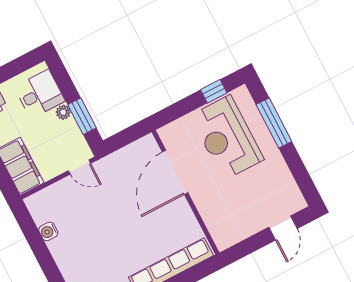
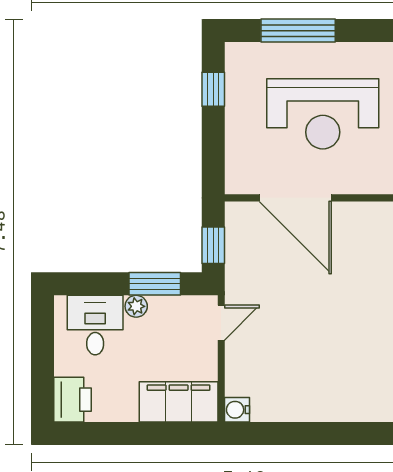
reception desk: (227, 138) -> (323, 114), moved
window: (122, 139) -> (213, 245), added
water cooler: (48, 231) -> (237, 410), moved, turned 90

